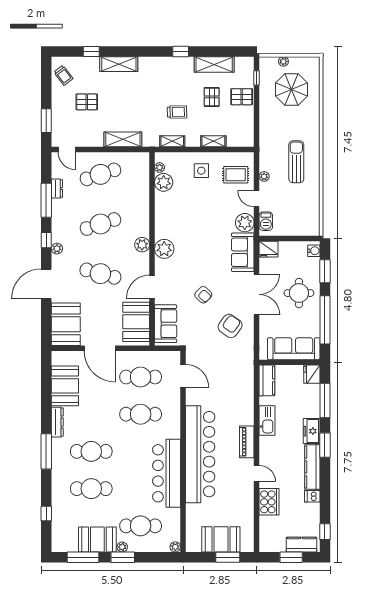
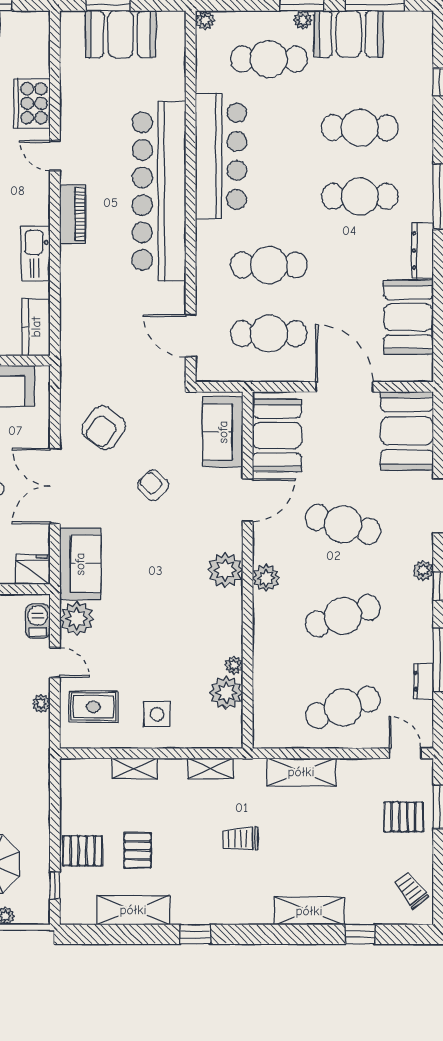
pallet: (87, 102) -> (403, 817), moved
trolley: (177, 112) -> (240, 839), moved
plant: (160, 167) -> (234, 665), moved

